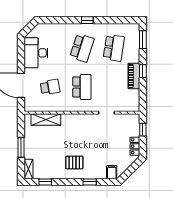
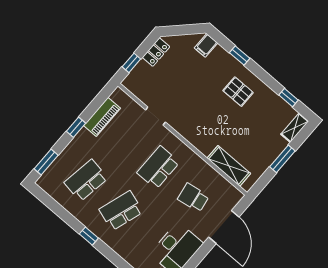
piano: (134, 76) -> (102, 117), moved

